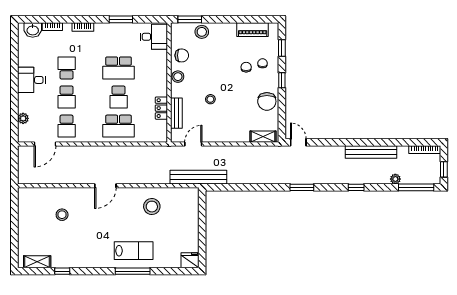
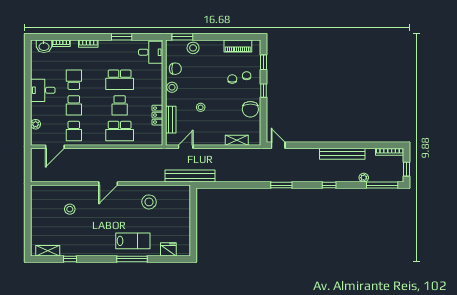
shelving: (263, 137) -> (237, 140), moved
fridge: (190, 260) -> (168, 249), moved

